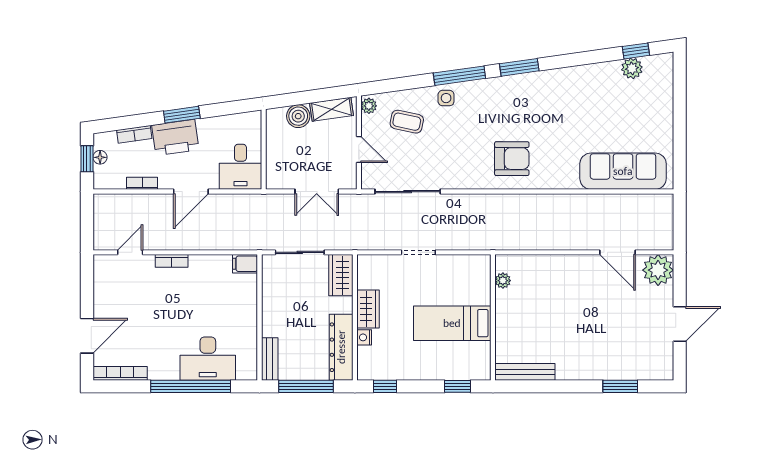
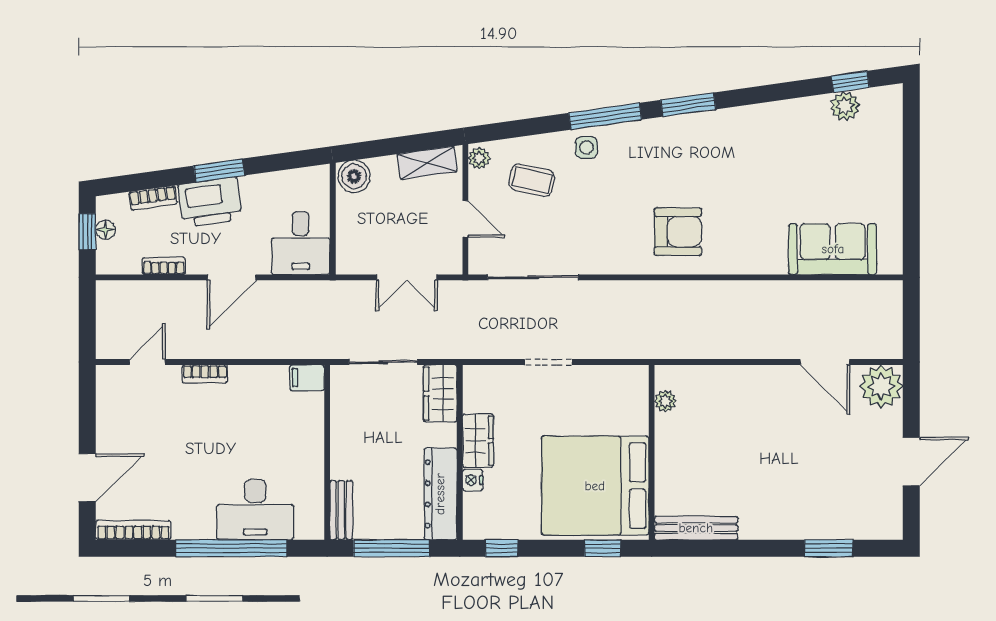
boiler: (298, 116) -> (354, 176), moved
sofa: (623, 171) -> (833, 249), width x0.73
bed: (452, 323) -> (595, 486), width x2.04

